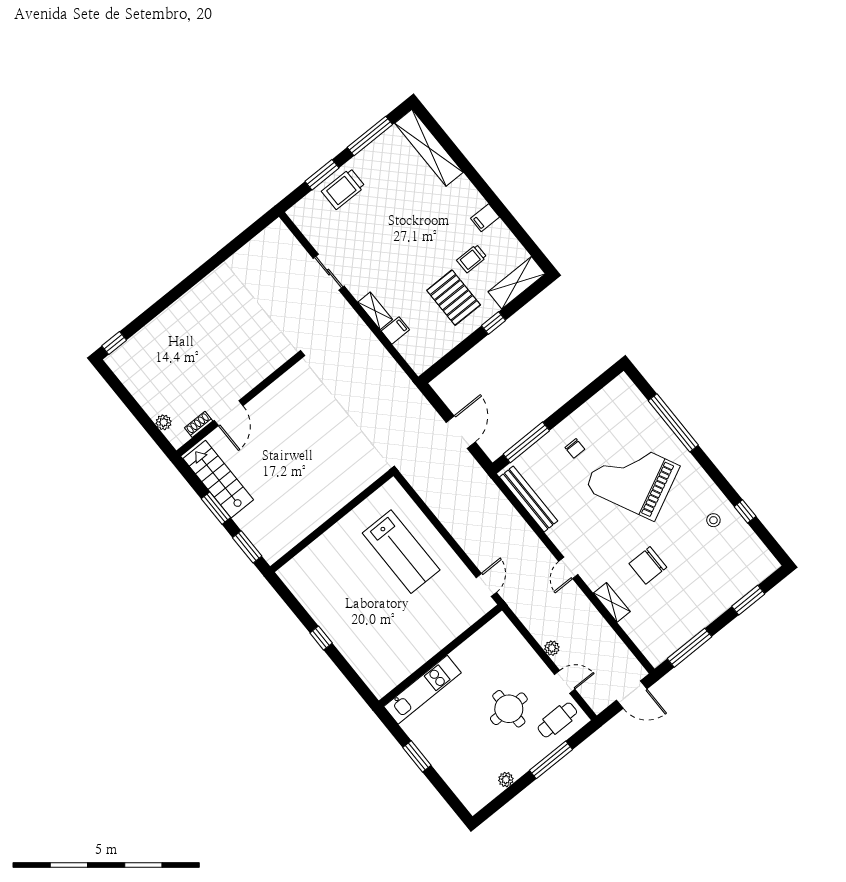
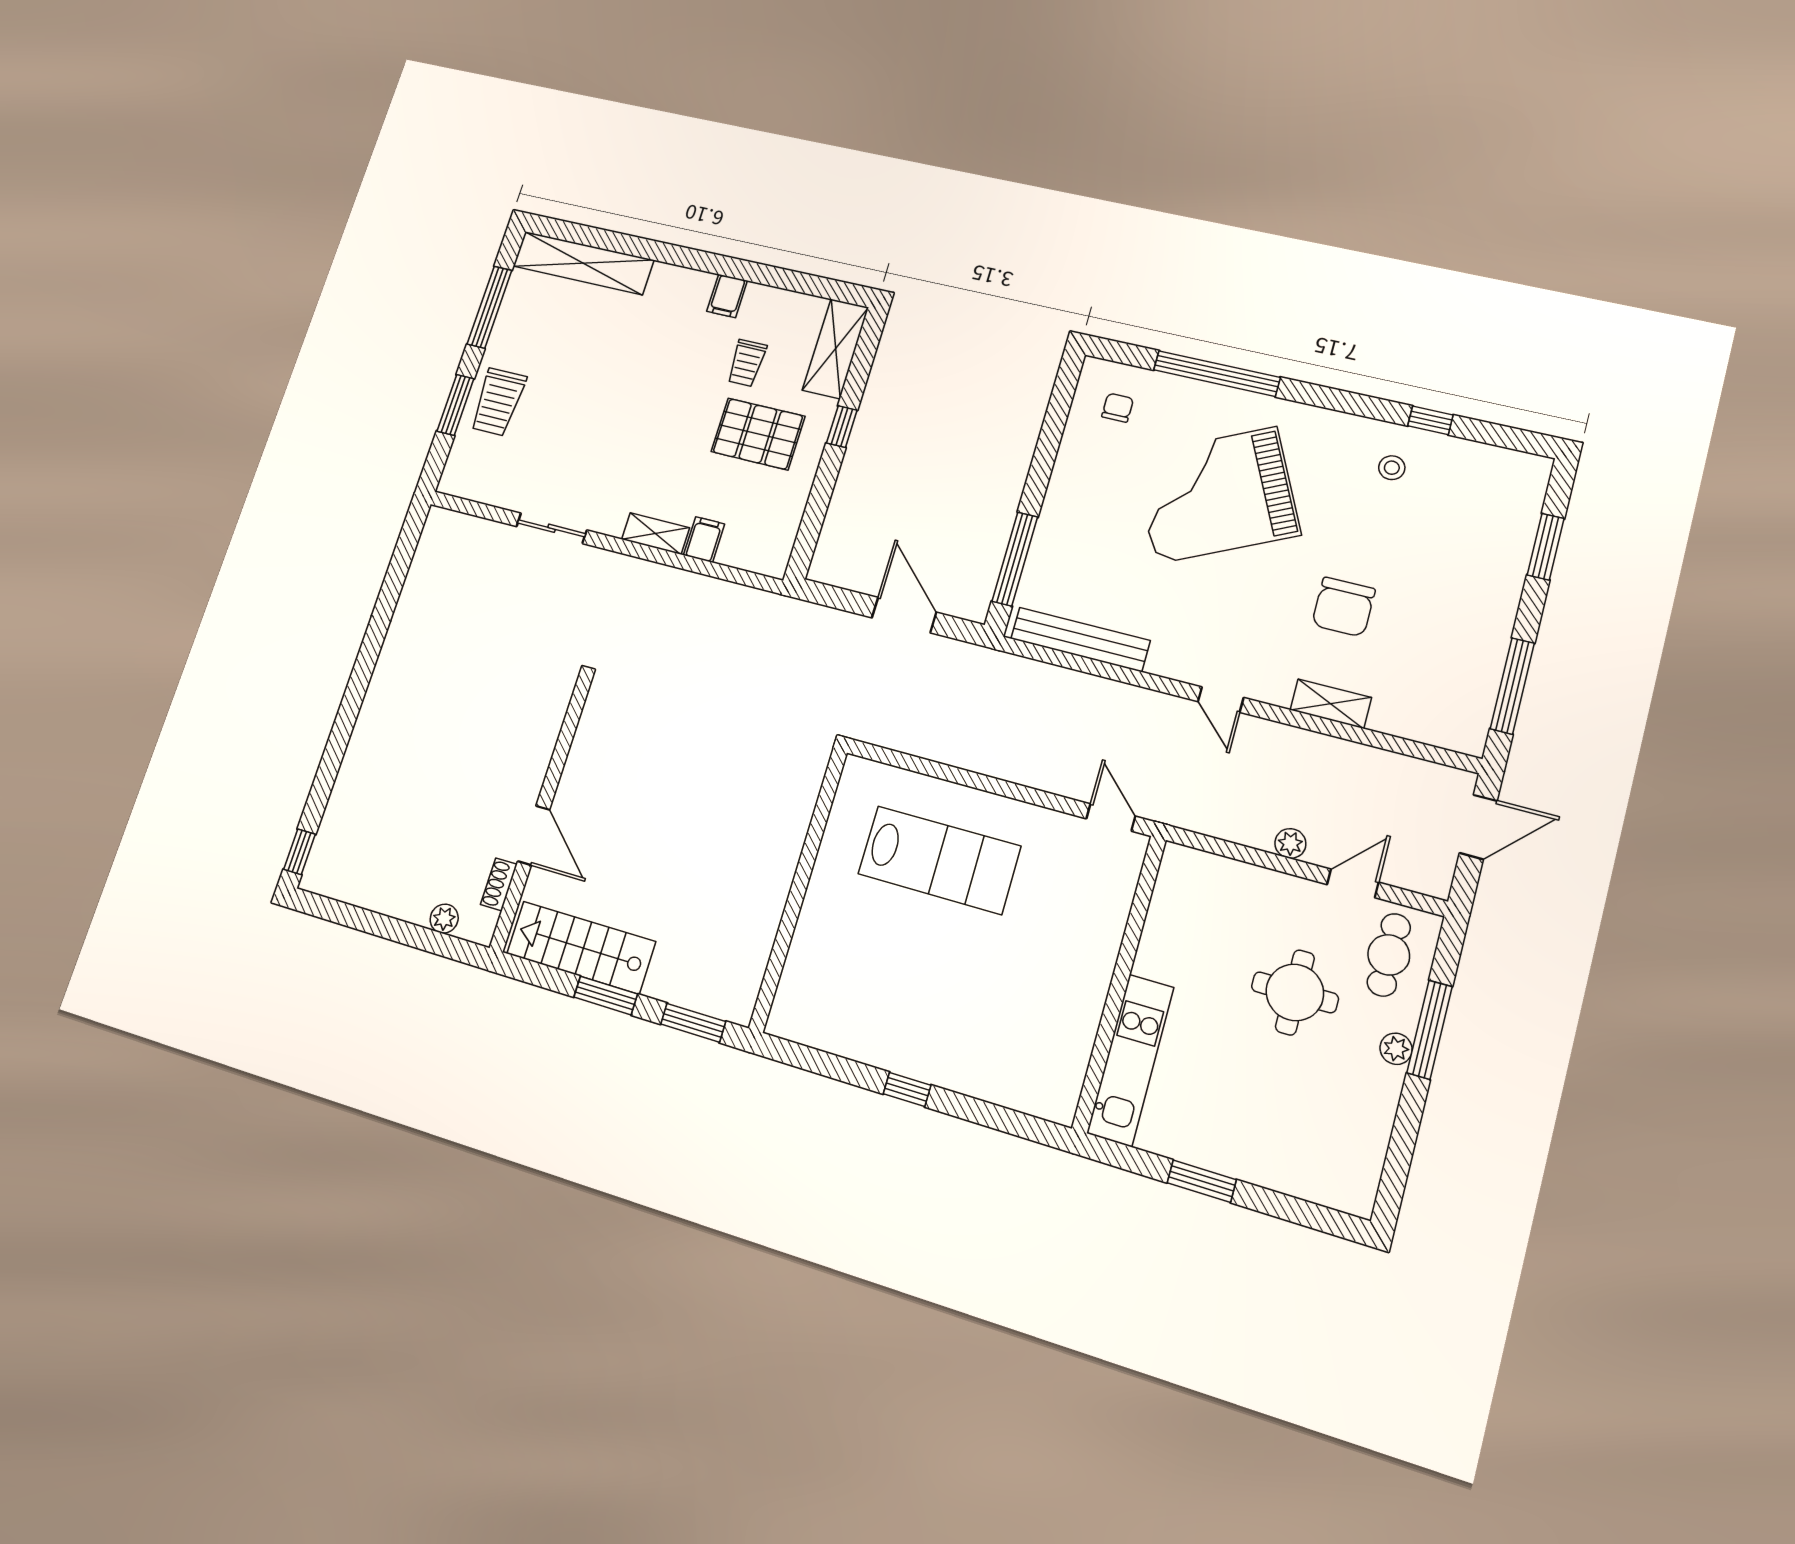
chair: (575, 448) -> (1118, 408), moved, turned -90
plant: (506, 780) -> (1396, 1049), moved

